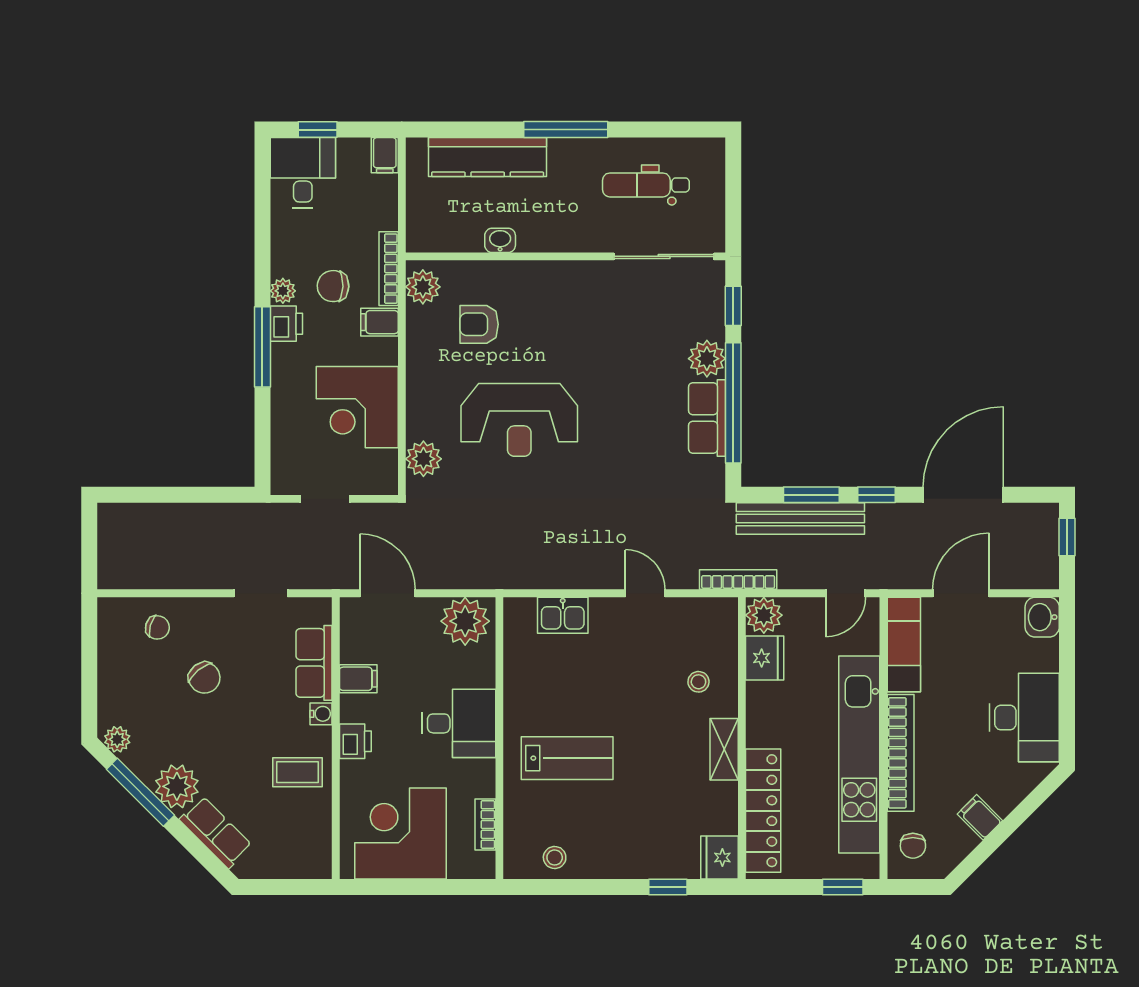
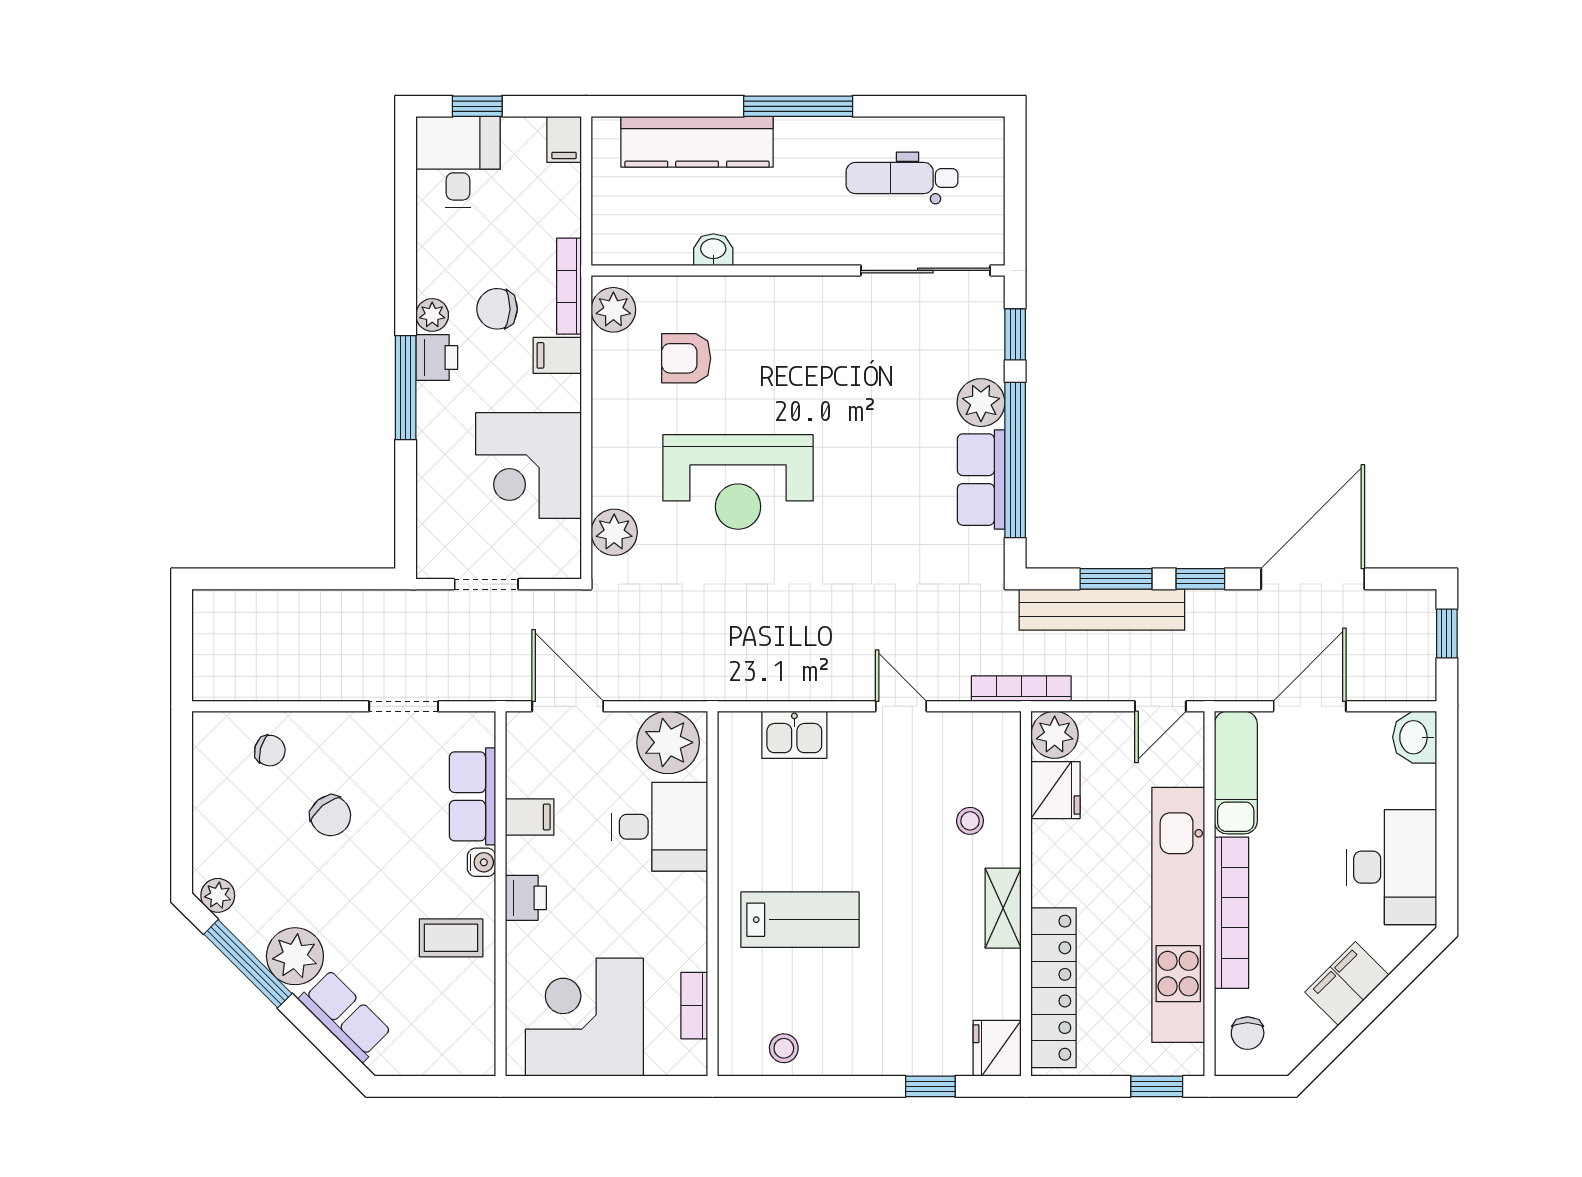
desk: (459, 723) -> (660, 827), moved
filing cabinet: (980, 817) -> (1347, 984), width x2.00

